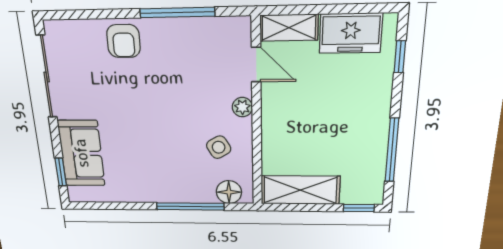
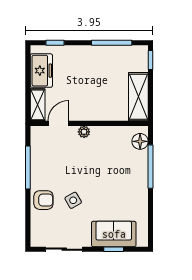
sliding door: (47, 77) -> (64, 249), width x0.73
side table: (219, 147) -> (73, 200), moved
window: (61, 172) -> (114, 249), moved

